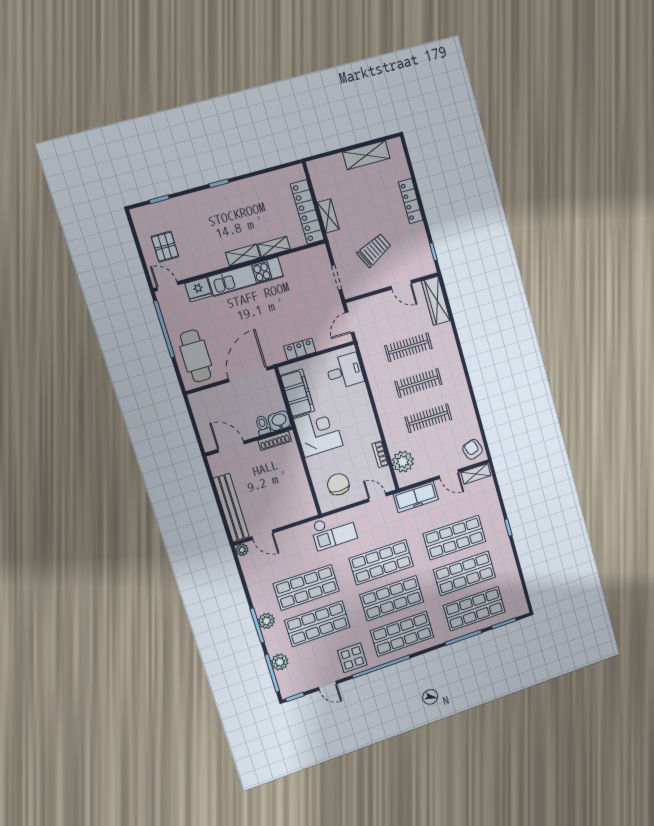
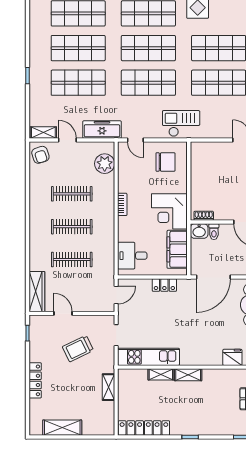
locker: (307, 212) -> (144, 428), moved, turned -90
kitchen unit: (246, 277) -> (149, 357), moved
shoe rack: (275, 441) -> (204, 216), width x0.70
bookcase: (380, 454) -> (122, 204), moved
chair: (338, 484) -> (166, 162), turned -90

